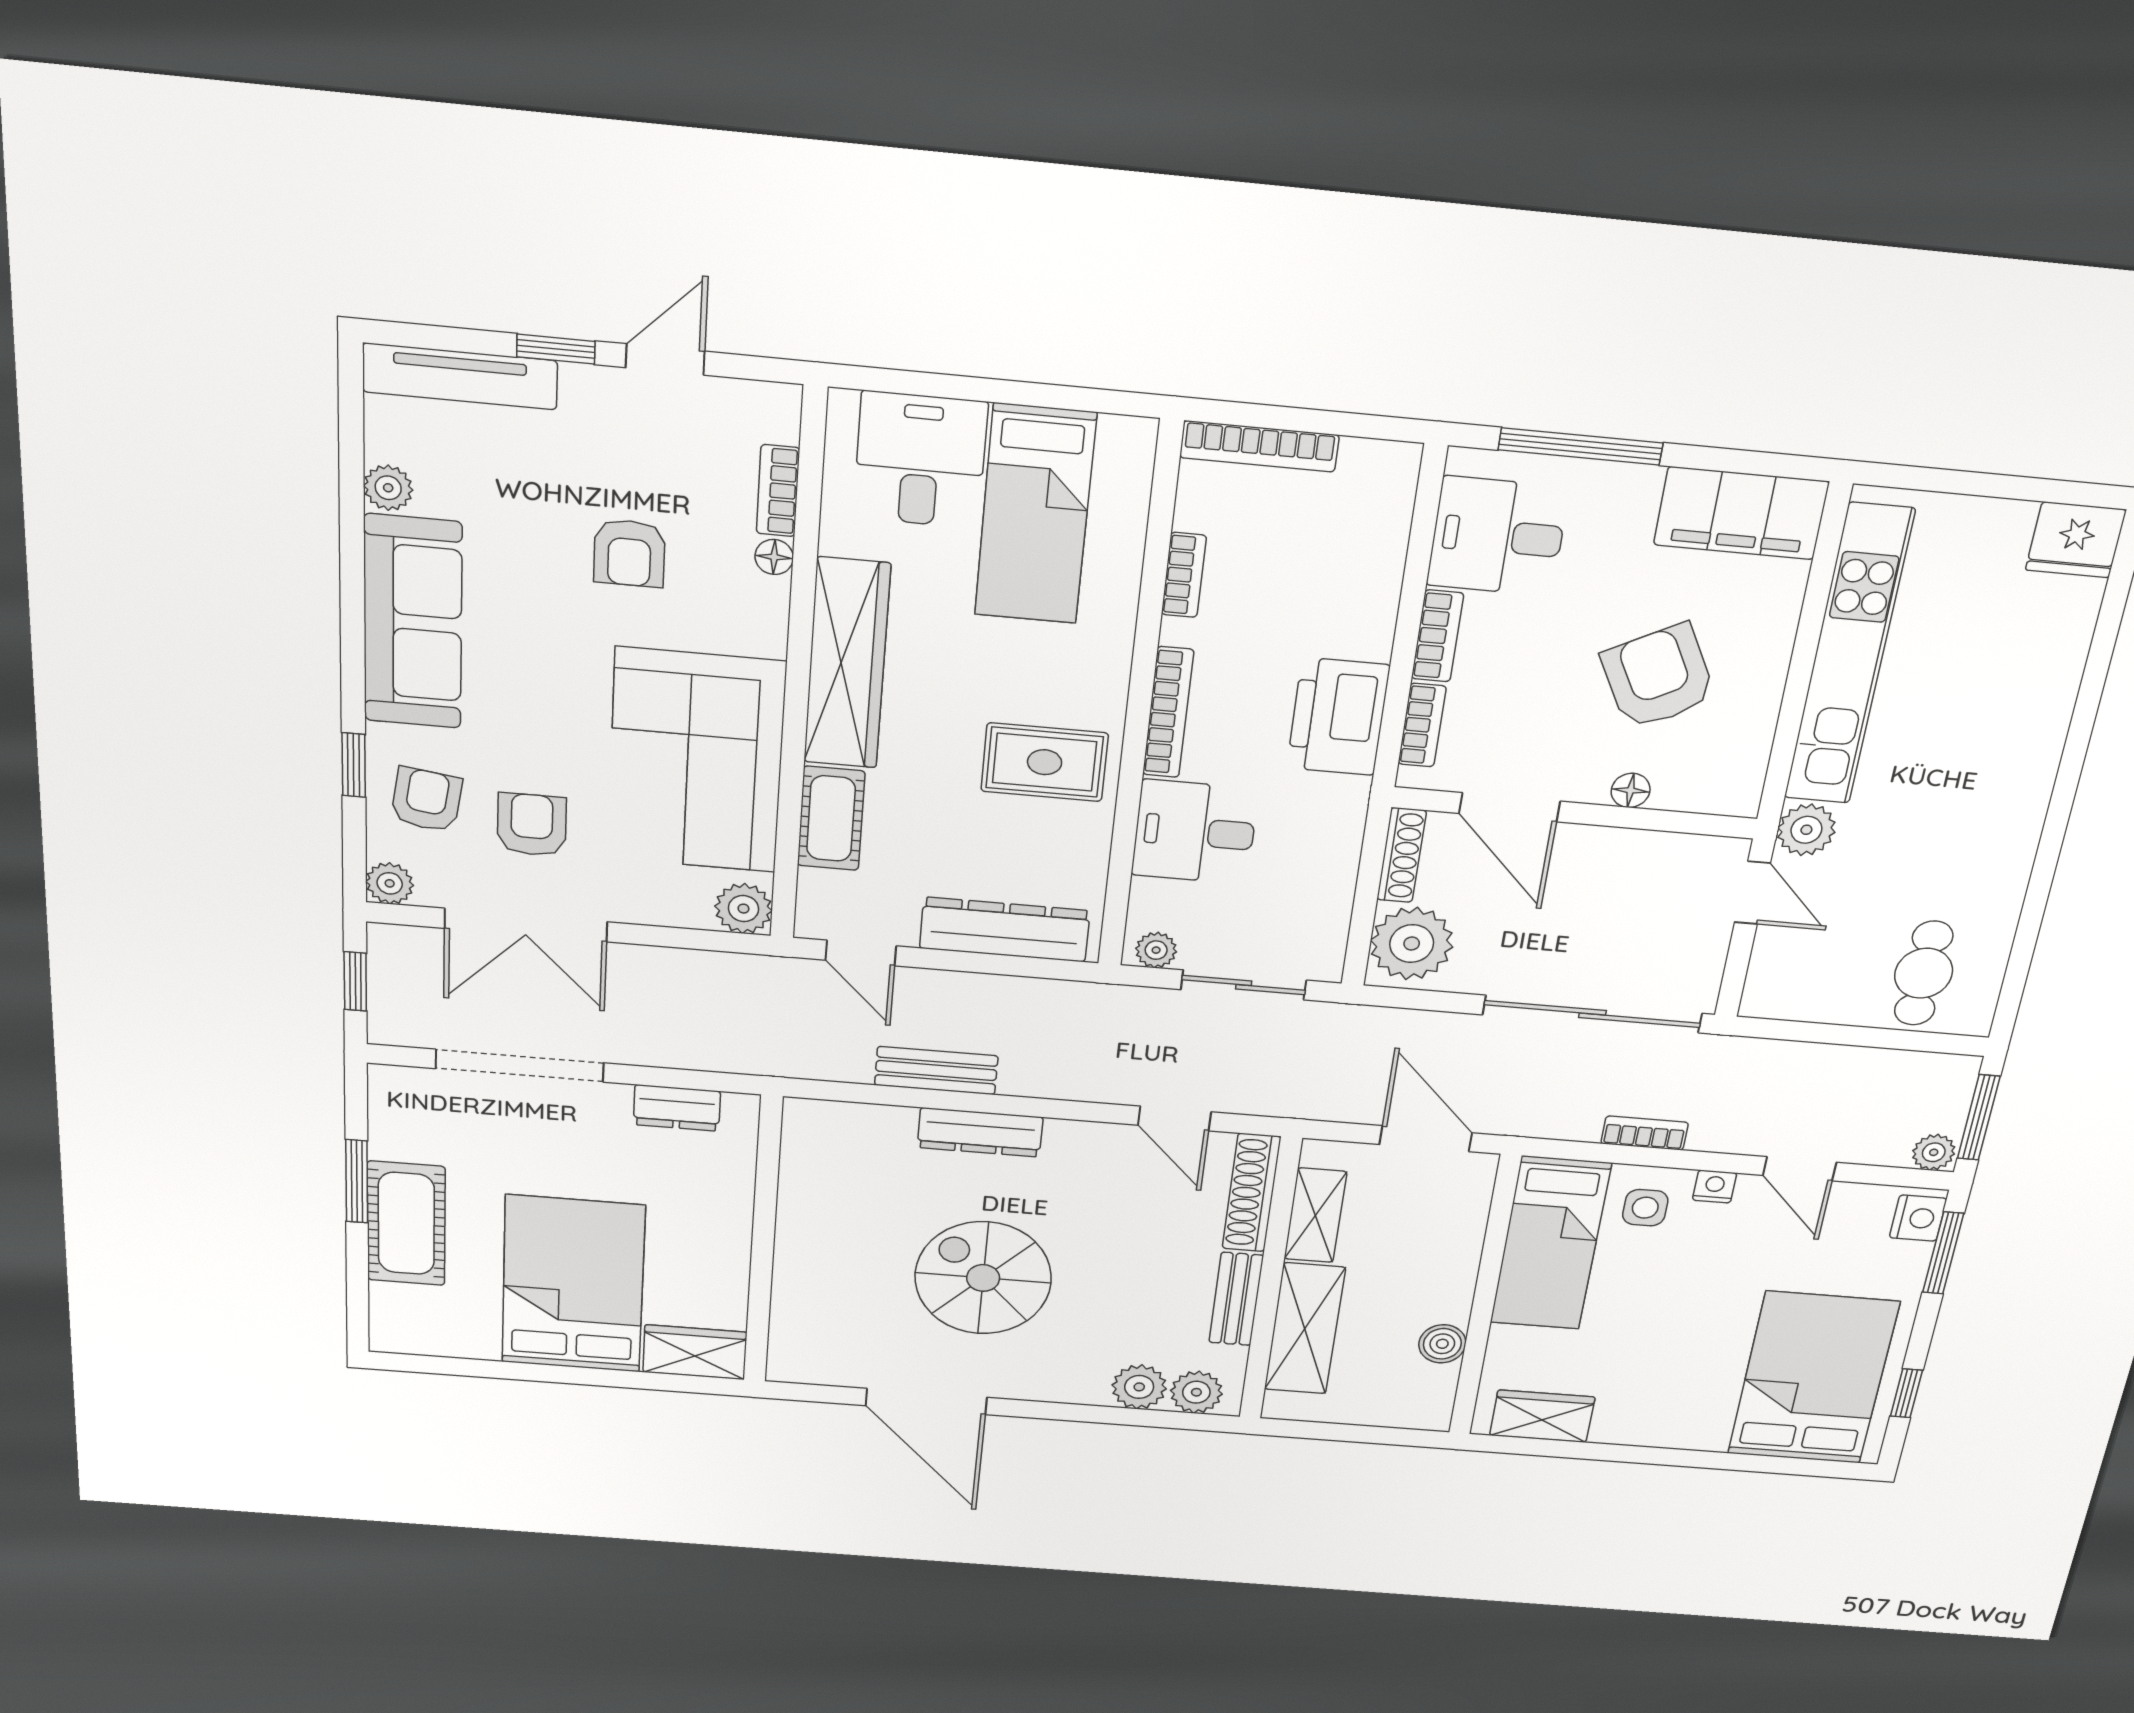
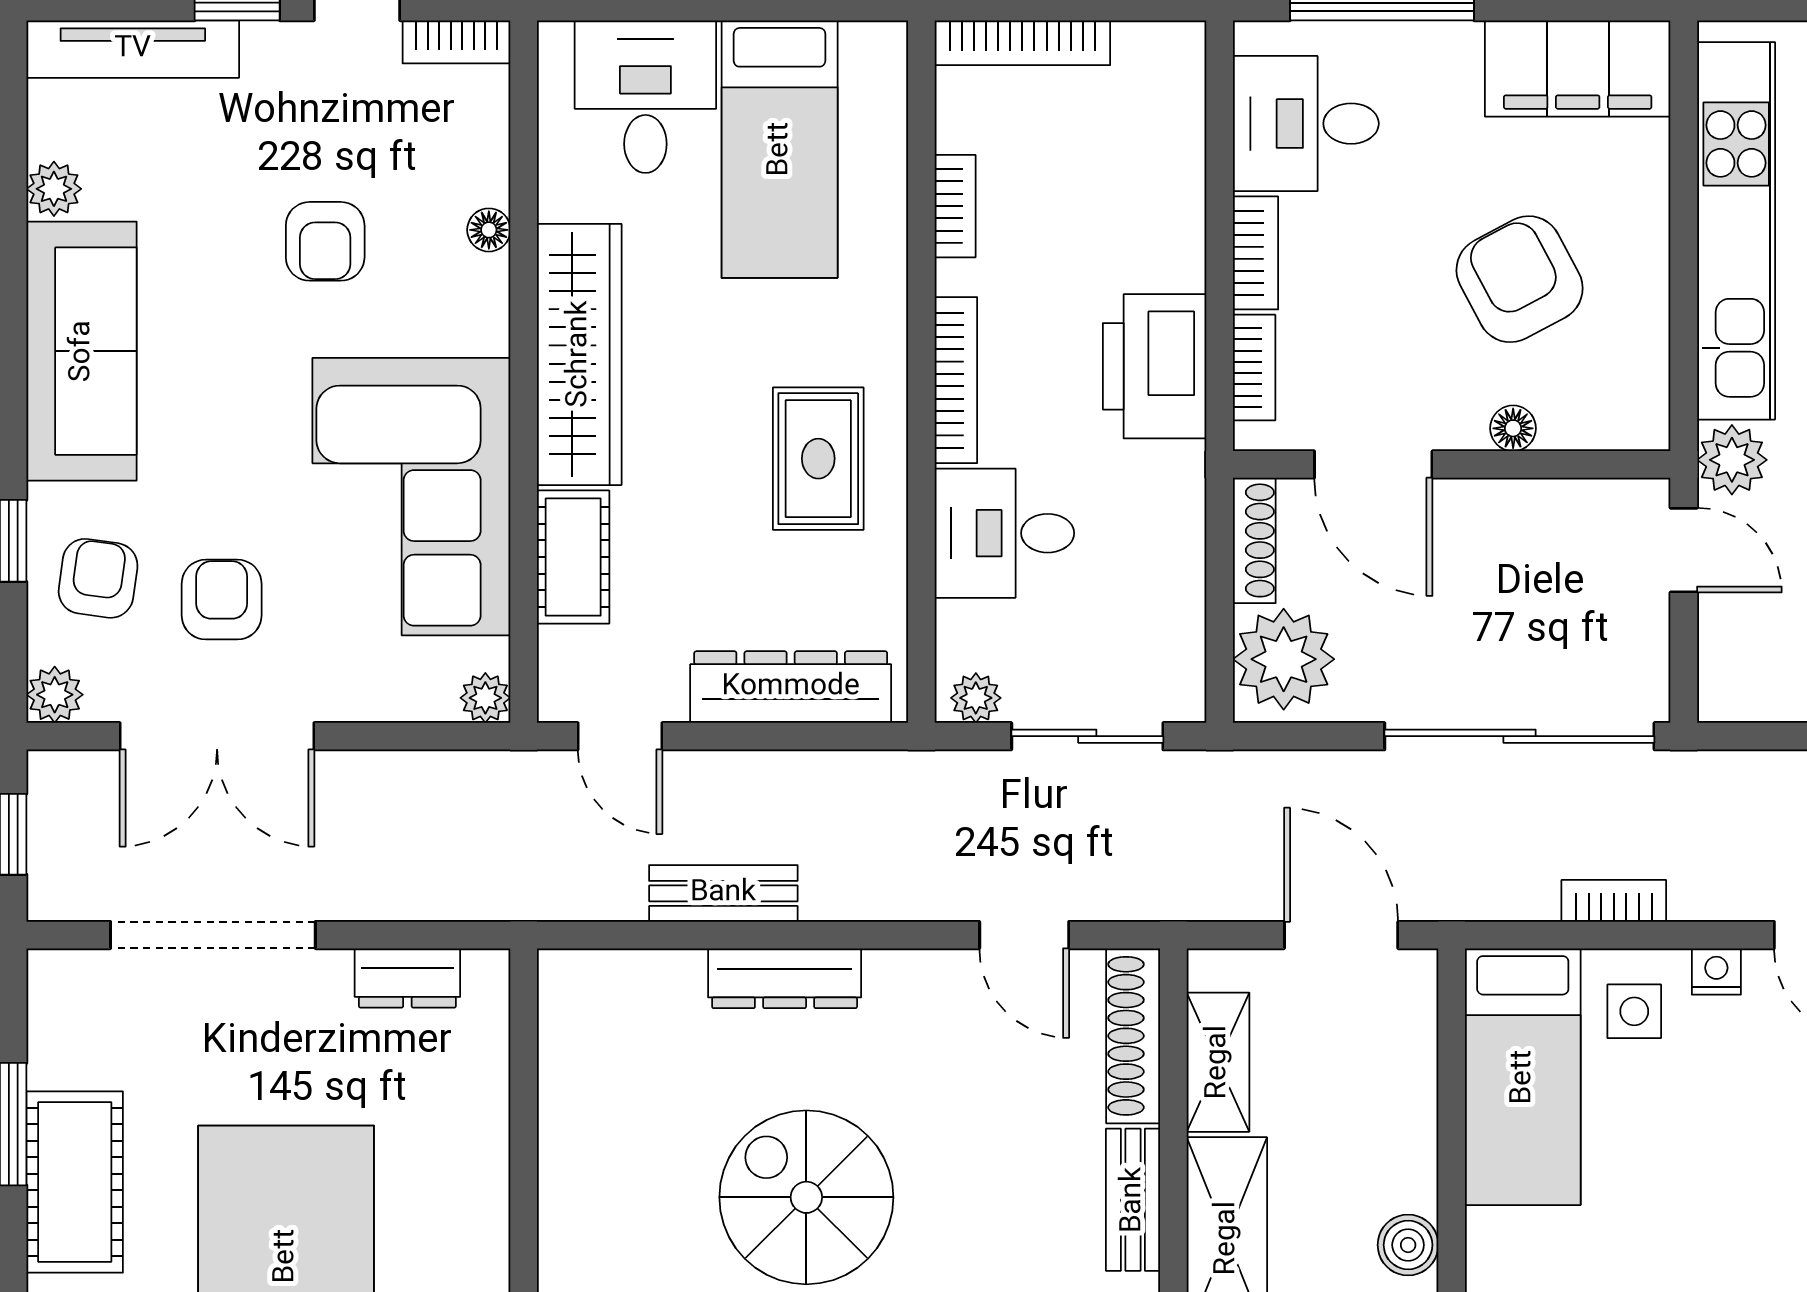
bookcase: (778, 491) -> (456, 42), moved, turned -90
rug: (1045, 762) -> (818, 459), turned 90
plant: (743, 909) -> (485, 698), width x0.73, depth x0.73

